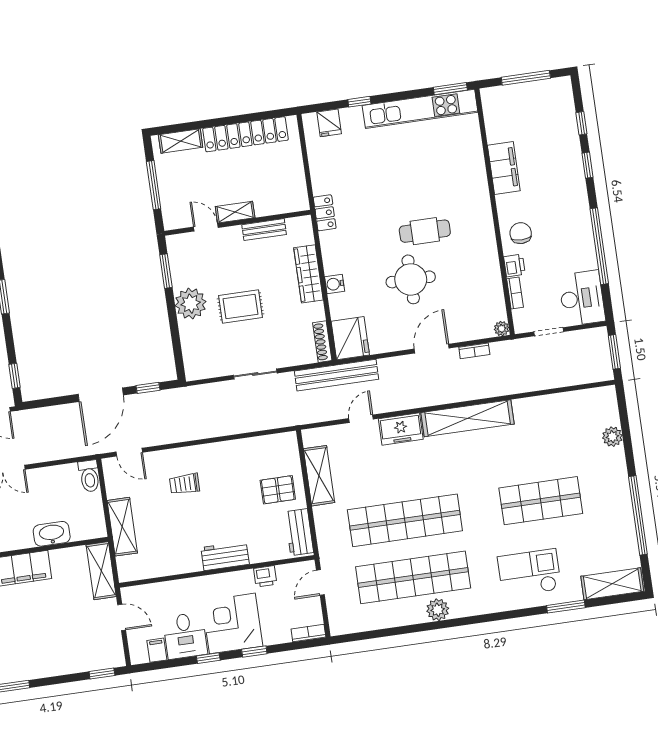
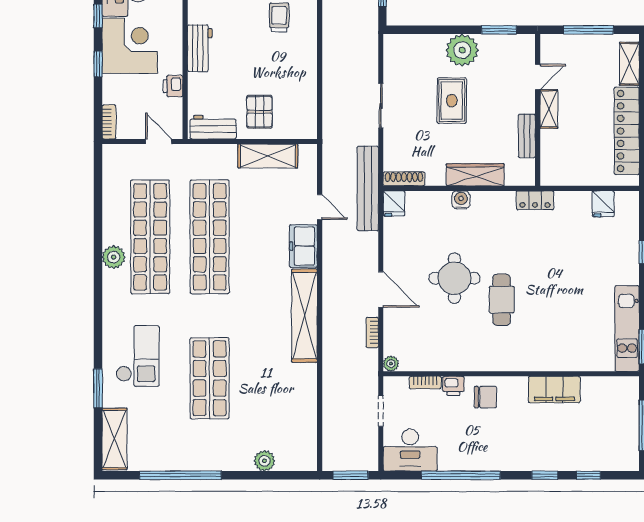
kitchen unit: (420, 109) -> (627, 328), width x0.73
fridge: (329, 123) -> (603, 204), moved, turned -90
fridge: (350, 338) -> (394, 204), width x0.53, depth x0.75

